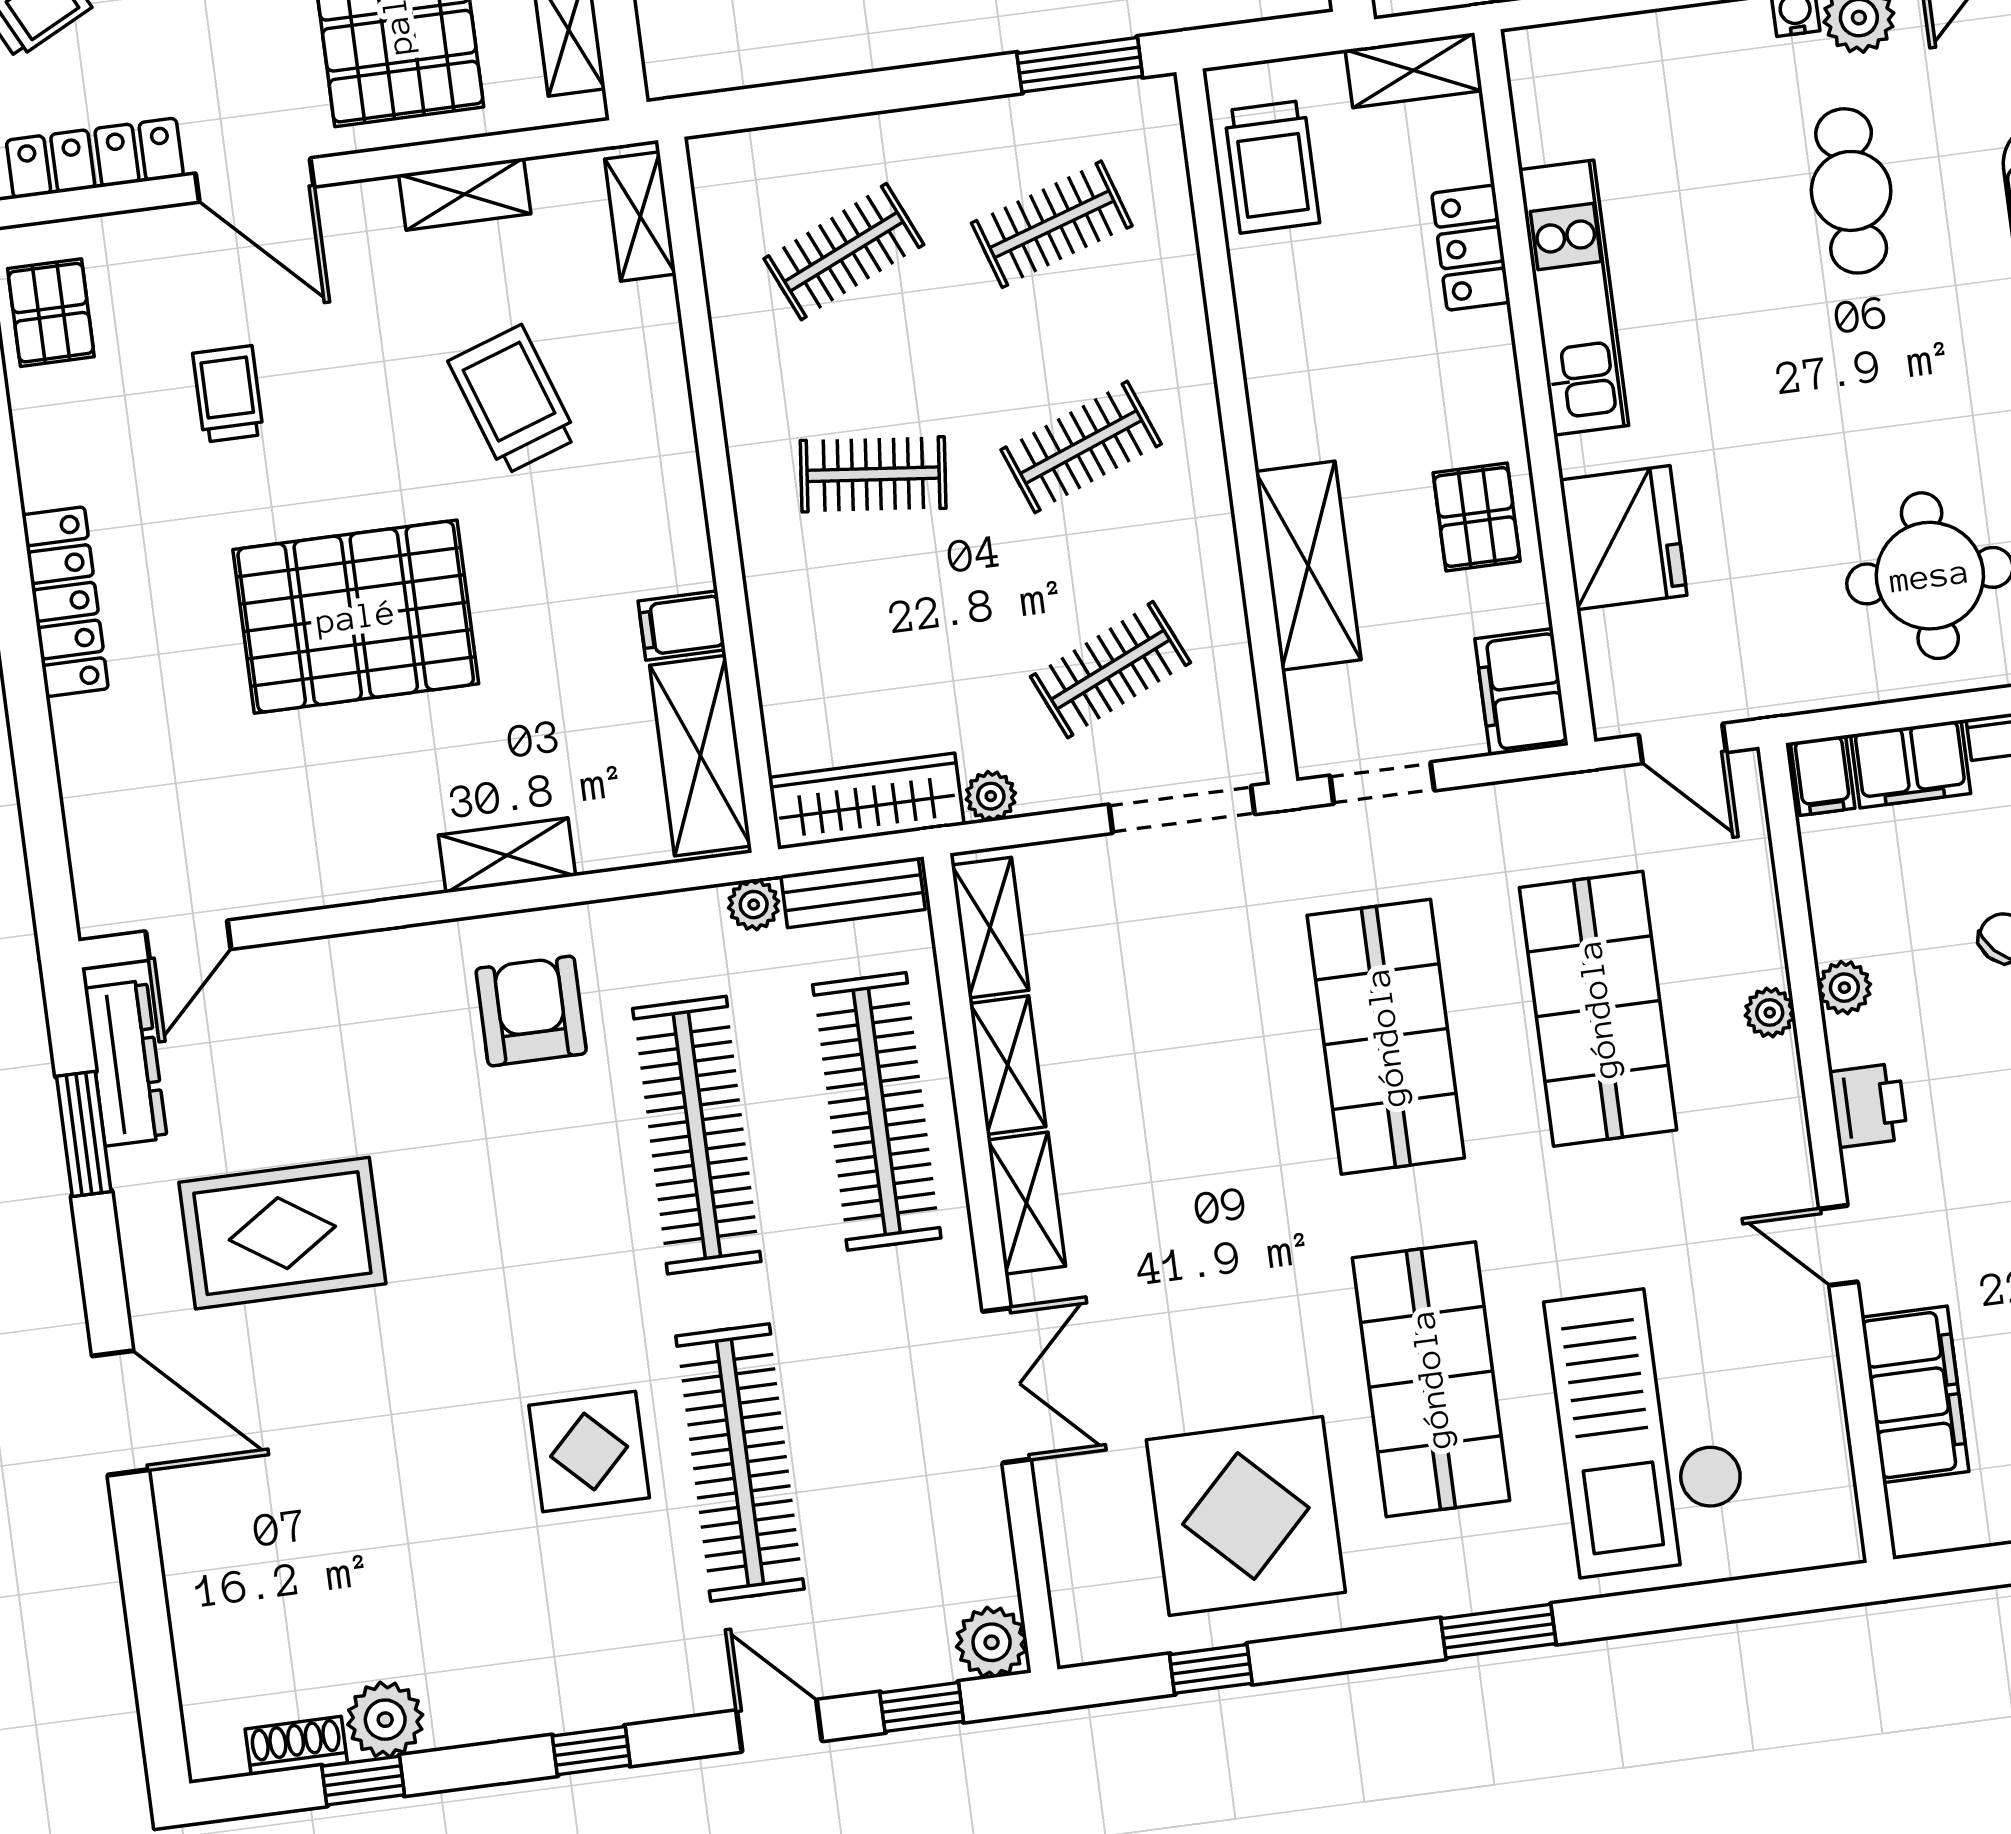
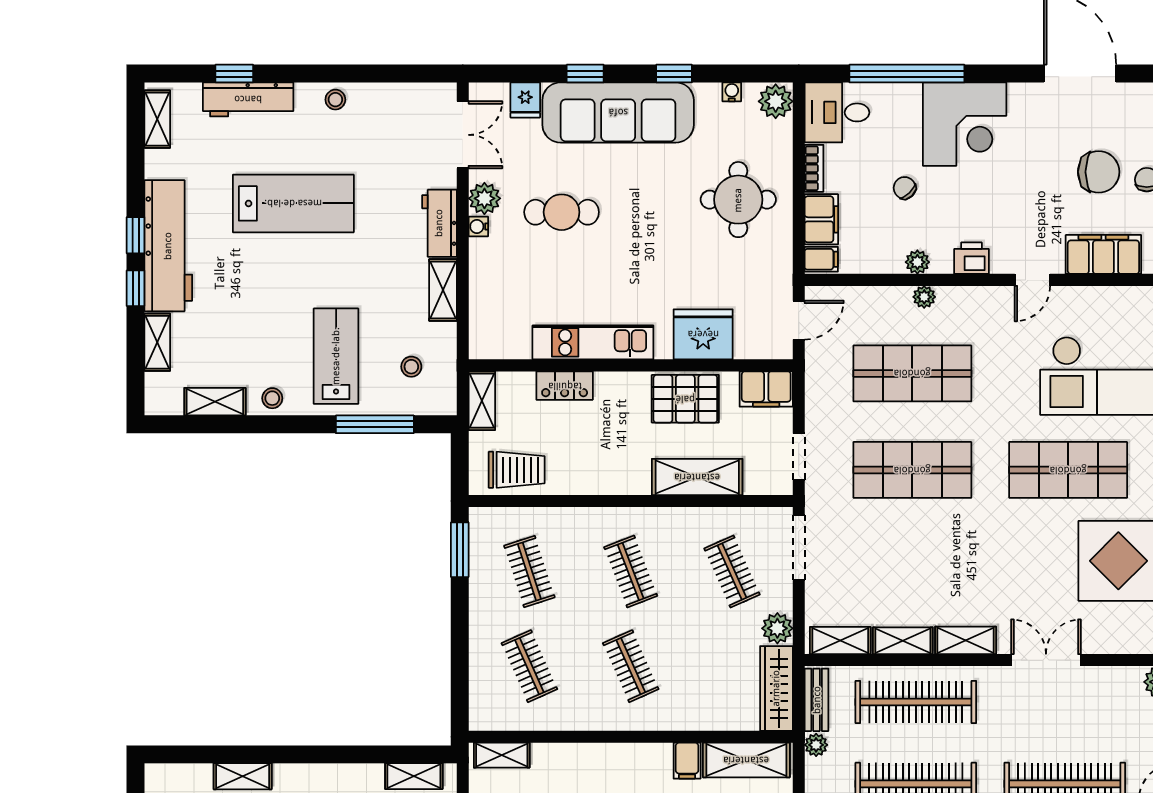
clothes rail: (873, 474) -> (631, 666), turned -30
pallet: (1477, 517) -> (685, 399), width x1.50, depth x1.42
plant: (991, 796) -> (777, 628), width x1.38, depth x1.38

